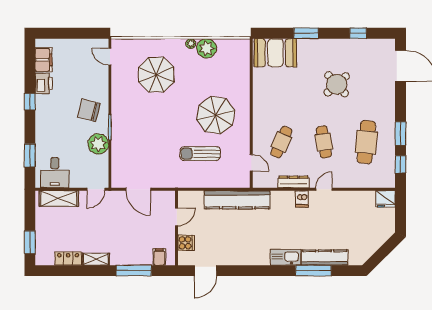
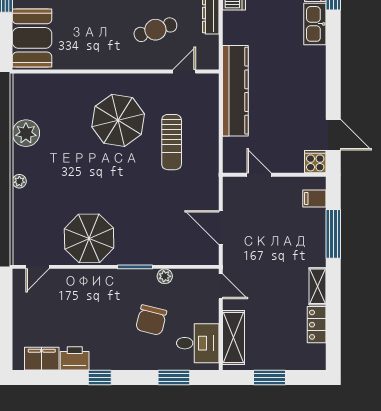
plant: (191, 44) -> (19, 181), moved
parasol: (156, 75) -> (89, 238), moved
chair: (89, 110) -> (151, 320), moved
cafe table: (281, 142) -> (155, 30), turned -42
plant: (98, 144) -> (165, 276), width x0.53, depth x0.53
door: (138, 189) -> (221, 228), swing flipped
window: (30, 242) -> (270, 378), moved
cooker: (186, 243) -> (315, 162), moved

